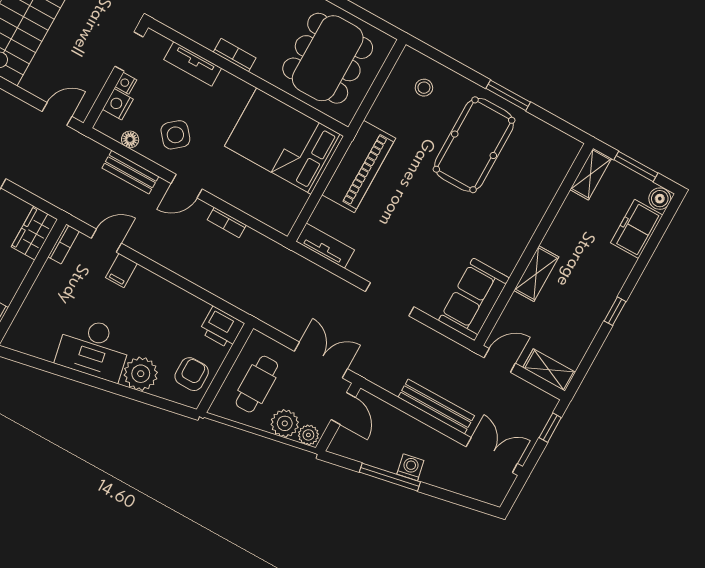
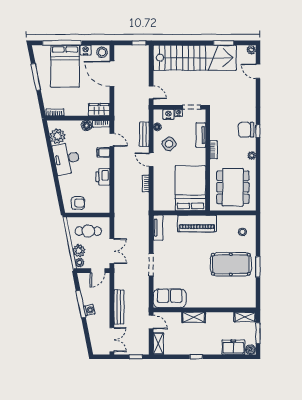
dining table: (328, 58) -> (233, 187), turned 90
floor lamp: (51, 274) -> (86, 125), added
printer: (222, 328) -> (103, 177), moved
plant: (141, 374) -> (58, 136), moved

